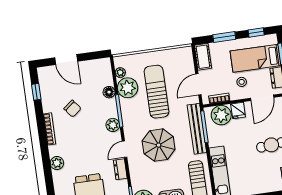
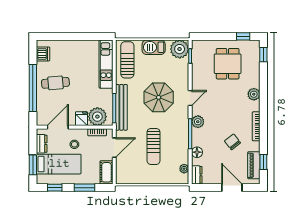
piano: (46, 87) -> (254, 165), added
plant: (128, 88) -> (179, 154), removed
sun lounger: (156, 92) -> (154, 146), width x0.73, depth x0.75
dresser: (120, 169) -> (197, 175), moved

